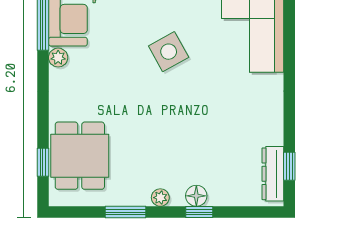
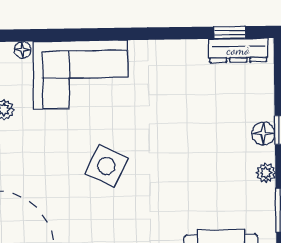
side table: (169, 52) -> (106, 166), turned -35

